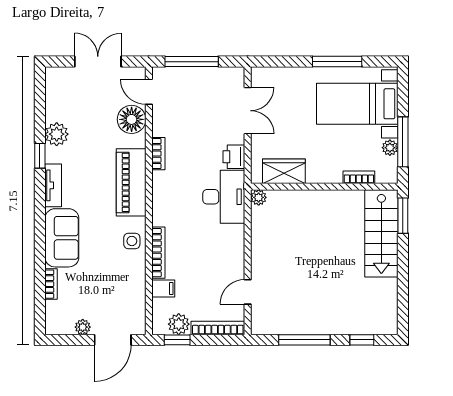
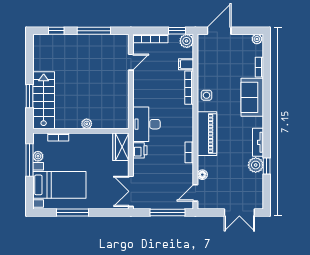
double door: (98, 62) -> (239, 212), moved
door: (149, 92) -> (195, 193), swing flipped
double door: (248, 111) -> (131, 191), moved
floor lamp: (132, 119) -> (202, 175), width x0.53, depth x0.53
window: (40, 156) -> (267, 166), moved
wardrobe: (284, 171) -> (121, 147), moved, turned 90
tv unit: (53, 185) -> (258, 142), moved
plant: (259, 197) -> (87, 124), moved
window: (403, 216) -> (29, 96), moved
plant: (179, 324) -> (187, 41), moved
plant: (83, 327) -> (257, 39), moved

